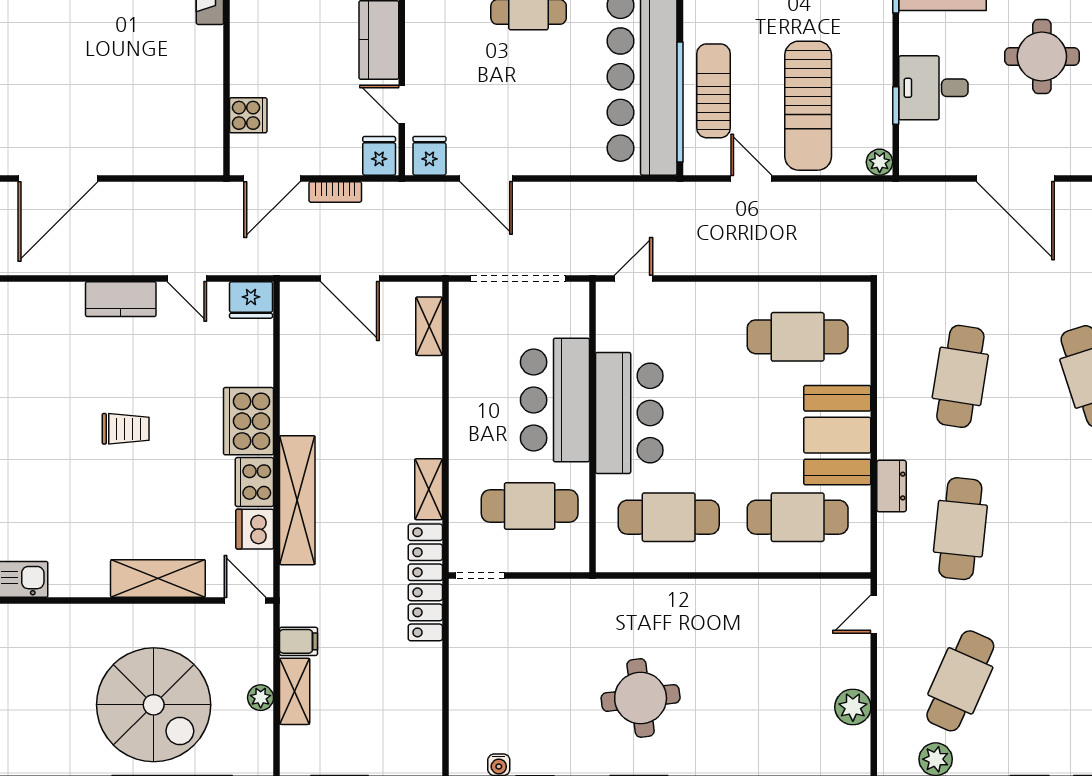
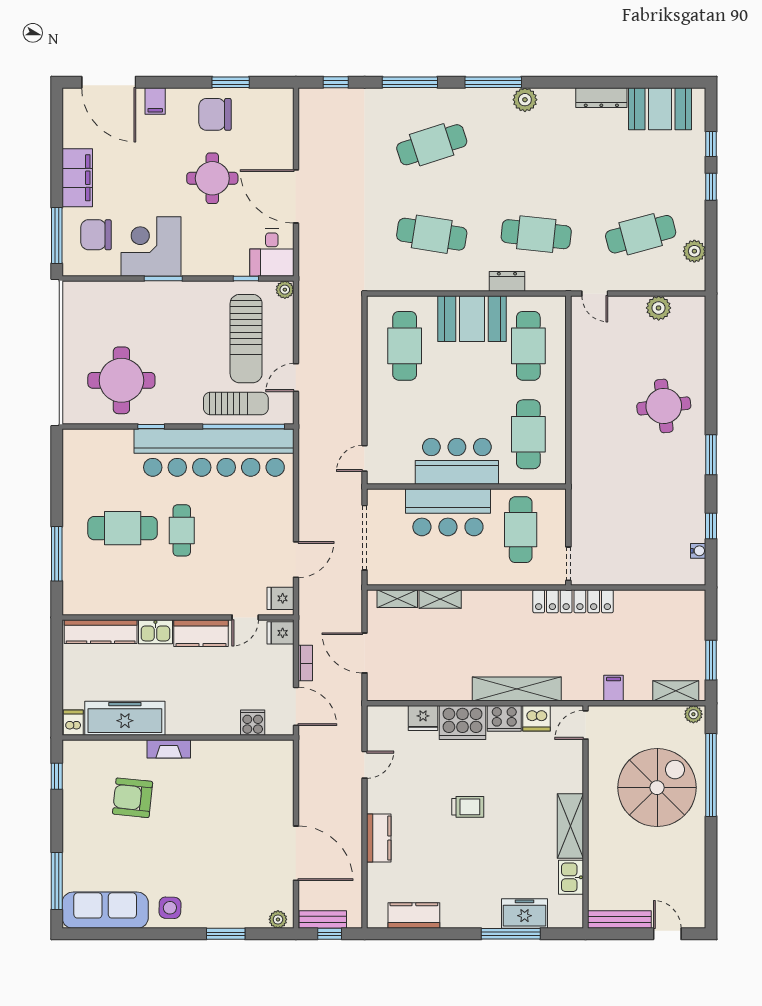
desk: (933, 88) -> (272, 253), moved
sun lounger: (713, 91) -> (236, 404), turned 180
sun lounger: (808, 106) -> (246, 339), turned 90
door: (1015, 178) -> (296, 196), swing flipped
door: (350, 278) -> (365, 653), swing flipped
door: (633, 278) -> (365, 458), hinge flipped
kitchen counter: (121, 299) -> (379, 838), moved
fridge: (251, 300) -> (423, 718), moved, turned 90
trolley: (126, 429) -> (468, 807), turned 90
shelving: (429, 489) -> (440, 599), moved
shelving: (158, 579) -> (570, 826), moved
cafe table: (960, 681) -> (641, 234), turned -39
shelving: (295, 691) -> (676, 691), moved
plant: (261, 698) -> (693, 714), moved
round table: (641, 698) -> (664, 406), moved

